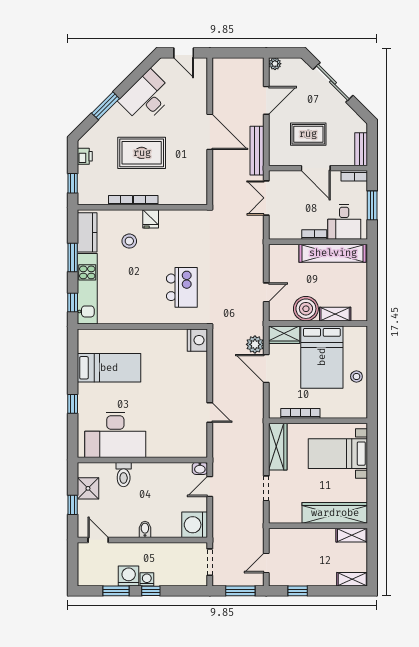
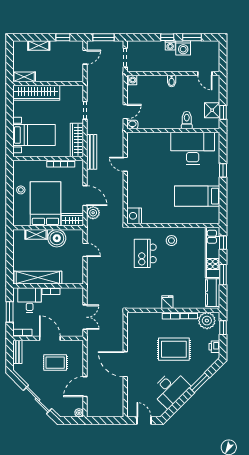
bench: (257, 151) -> (92, 152), moved
plant: (95, 193) -> (207, 321), added
stool: (129, 241) -> (171, 241), moved
door: (266, 292) -> (85, 250), swing flipped
window: (73, 505) -> (223, 112), moved
washing machine: (195, 525) -> (132, 80), width x0.53, depth x0.53
shelving: (352, 579) -> (39, 45), moved

